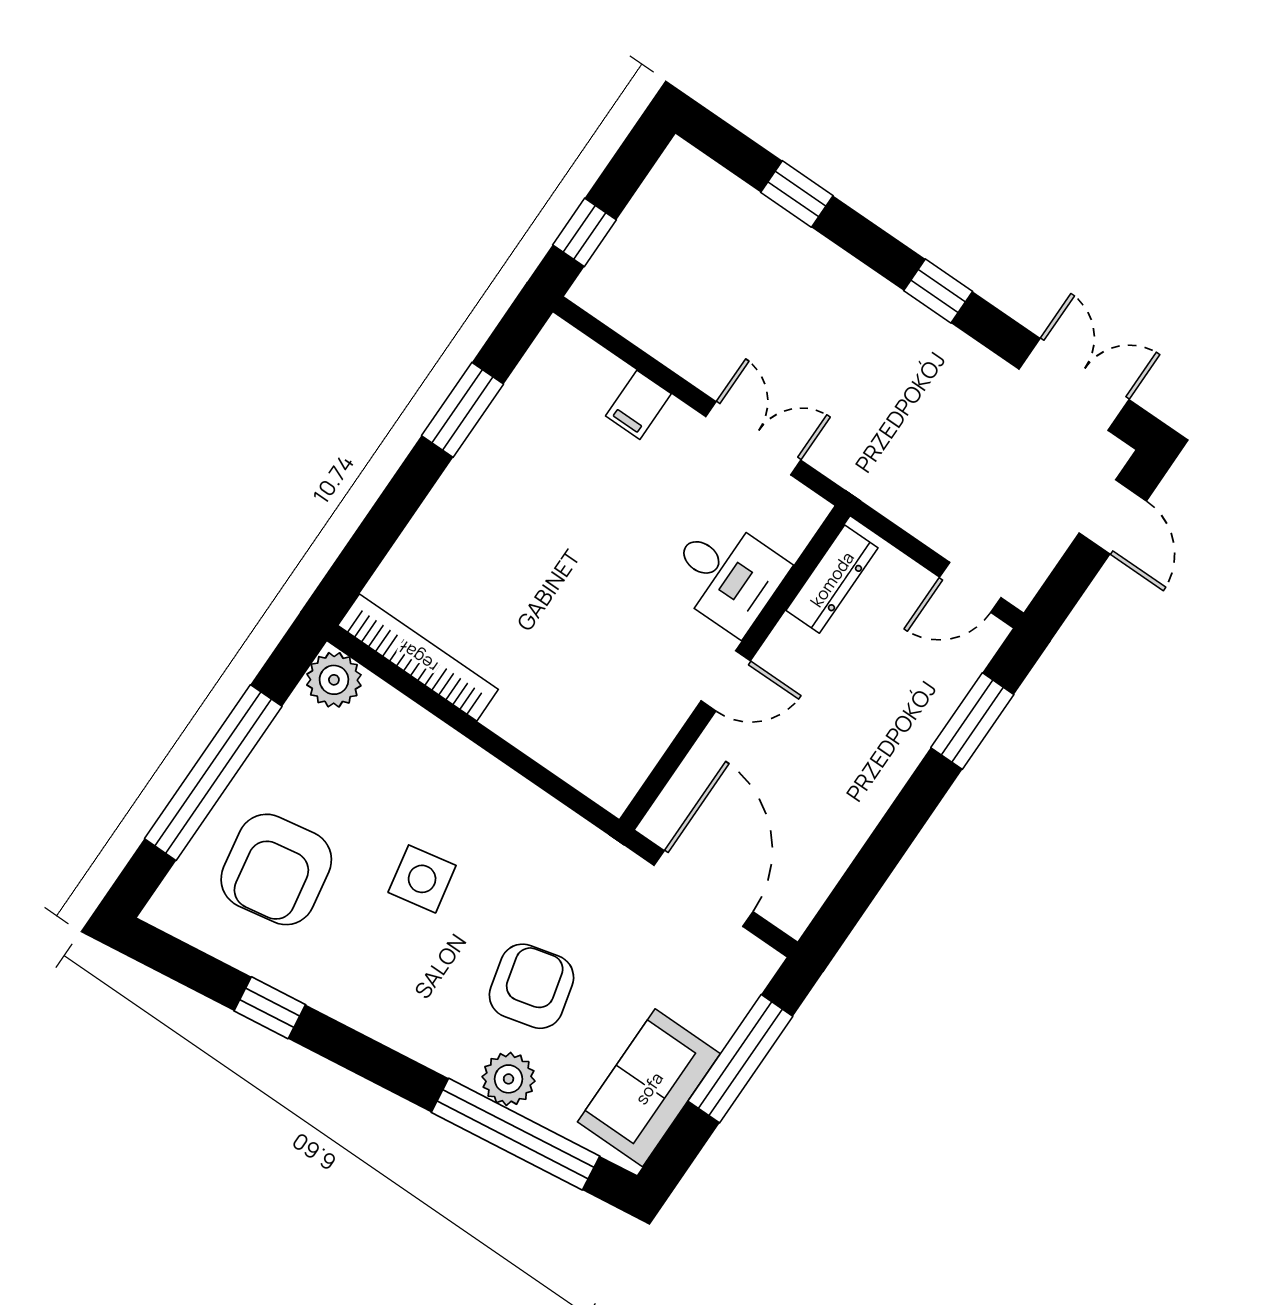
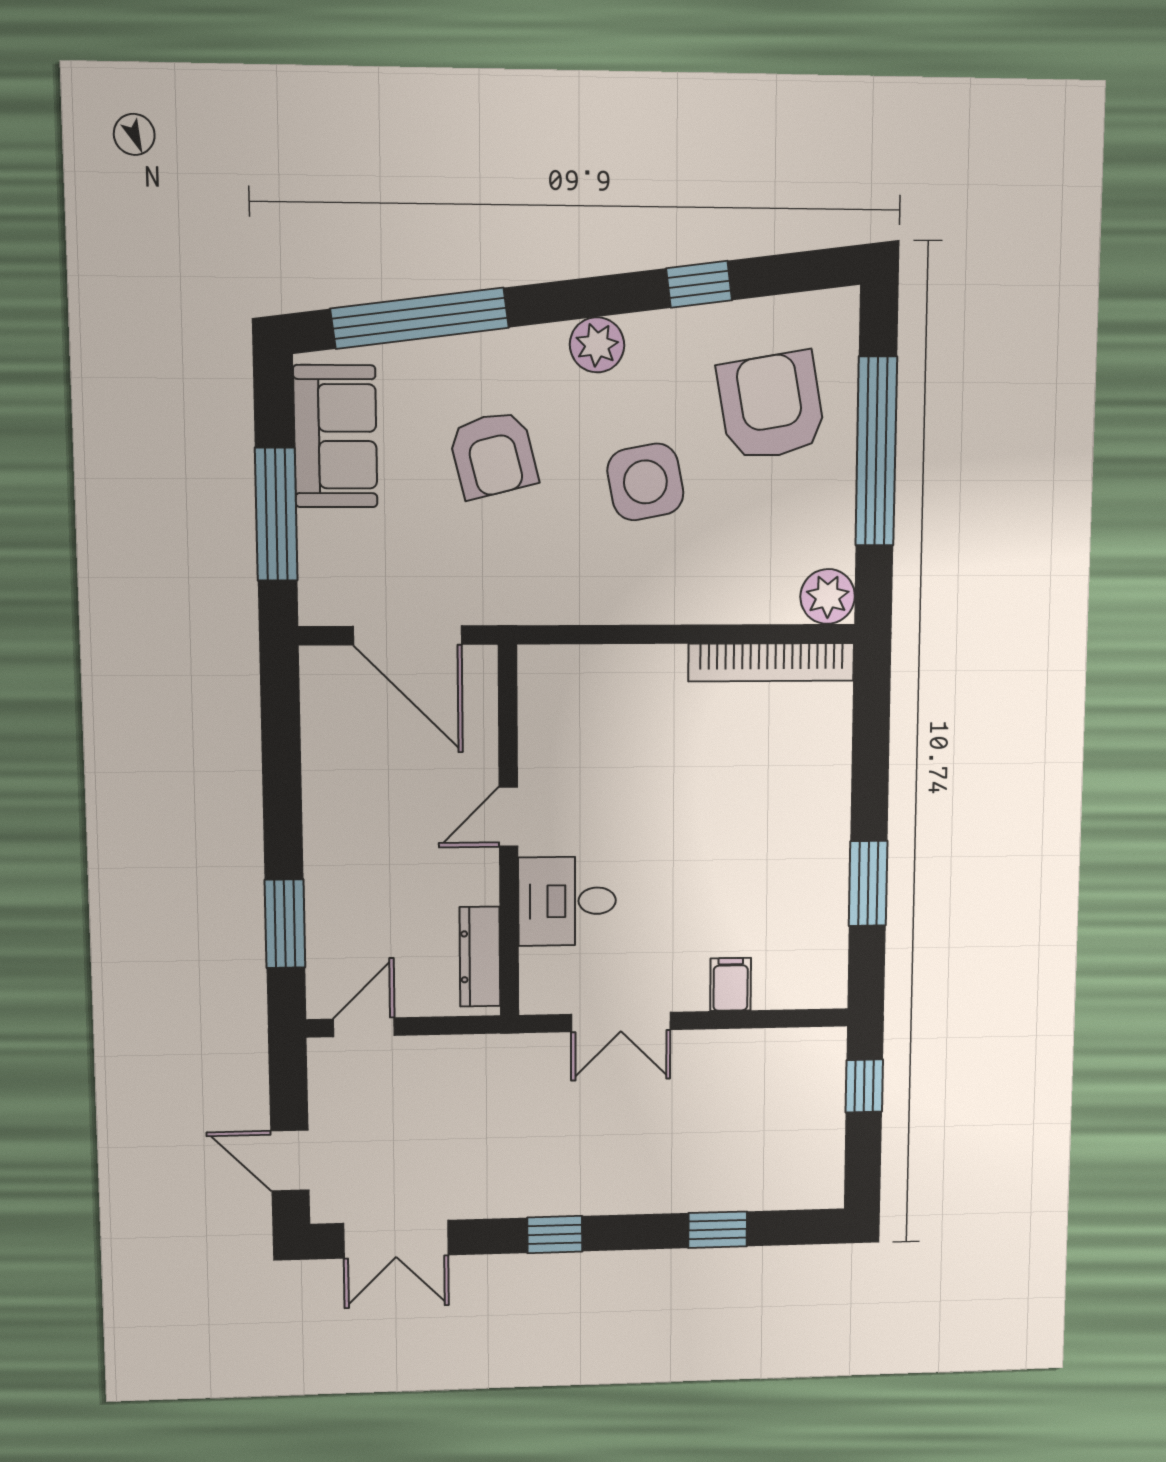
side table: (422, 879) -> (645, 482), width x1.37, depth x1.37
plant: (509, 1079) -> (597, 345), moved

